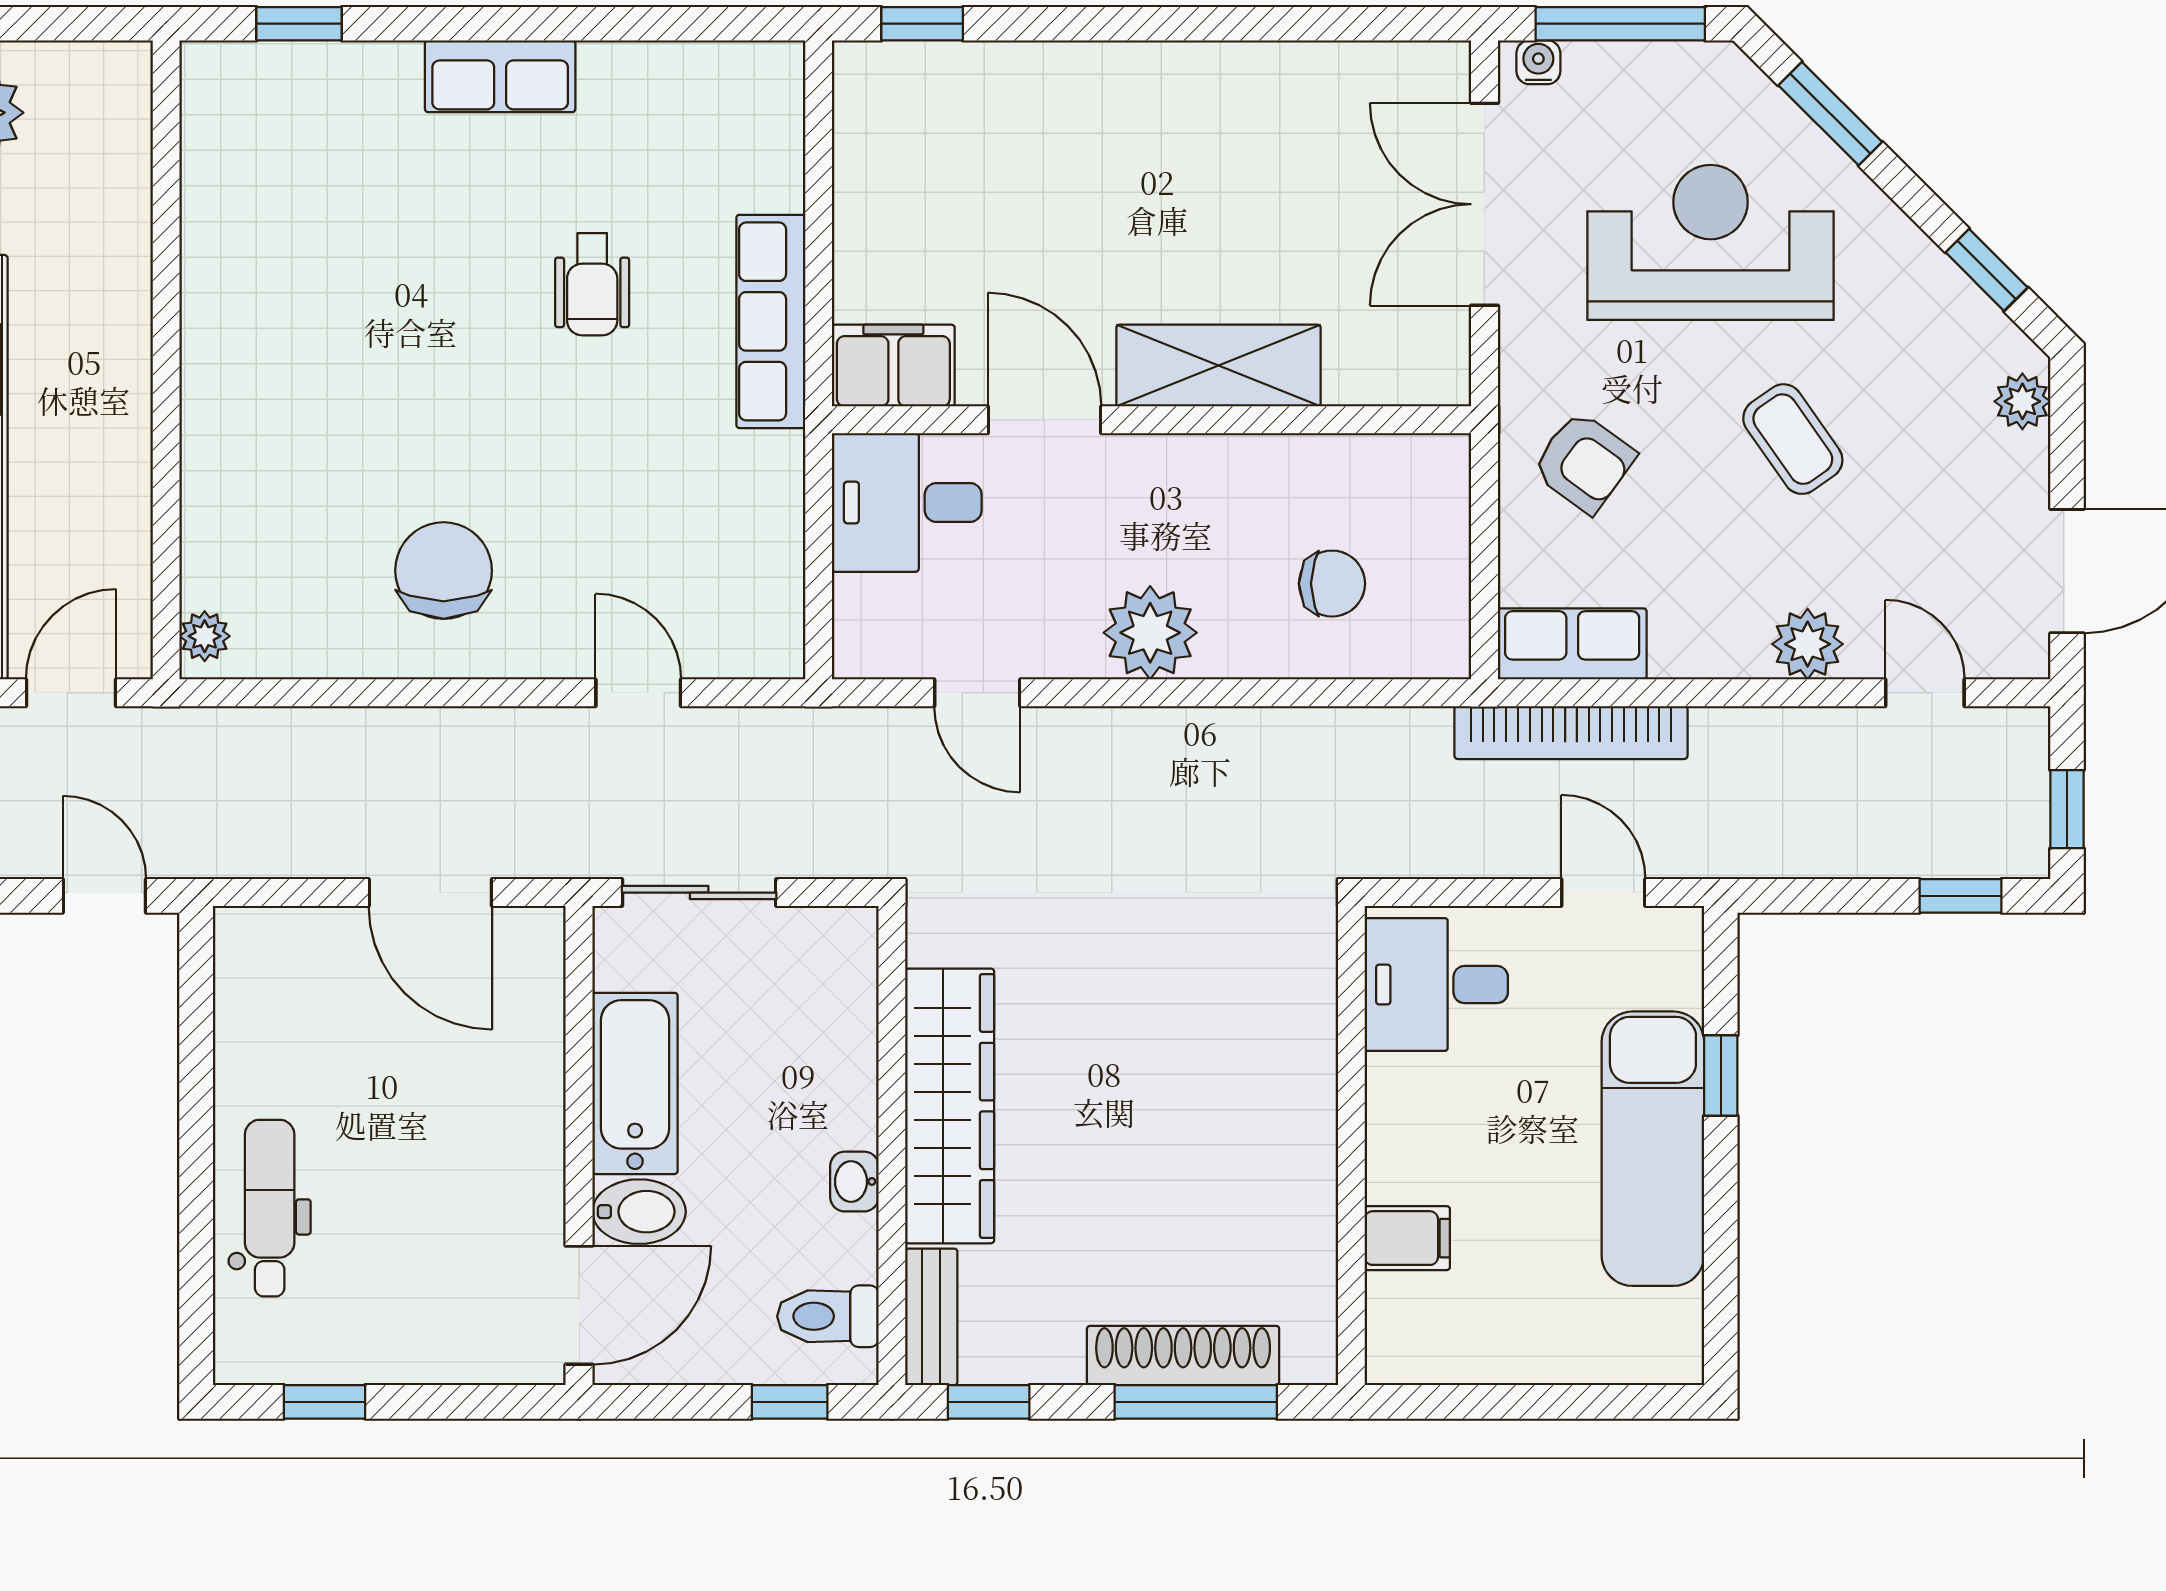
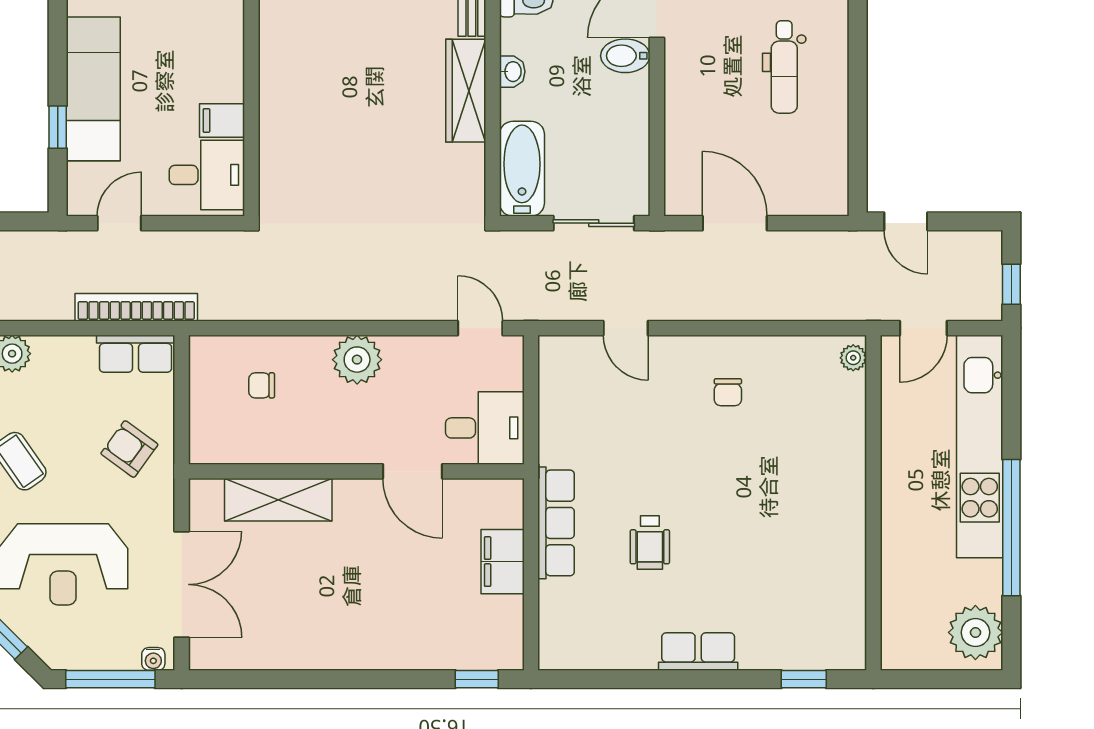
wheelchair: (592, 284) -> (650, 542), turned 180
filing cabinet: (893, 366) -> (503, 562), moved, turned 90
shelving: (1219, 366) -> (278, 500), moved
chair: (444, 571) -> (728, 392), width x0.54, depth x0.54
chair: (1332, 584) -> (262, 385), width x0.73, depth x0.73
door: (977, 693) -> (480, 328), moved
door: (1603, 893) -> (119, 223), swing flipped
bathtub: (635, 1083) -> (522, 169), moved, turned 180
wardrobe: (950, 1106) -> (466, 91), width x0.71, depth x0.85
dental chair: (270, 1208) -> (784, 67), moved
filing cabinet: (1407, 1238) -> (222, 120), moved

